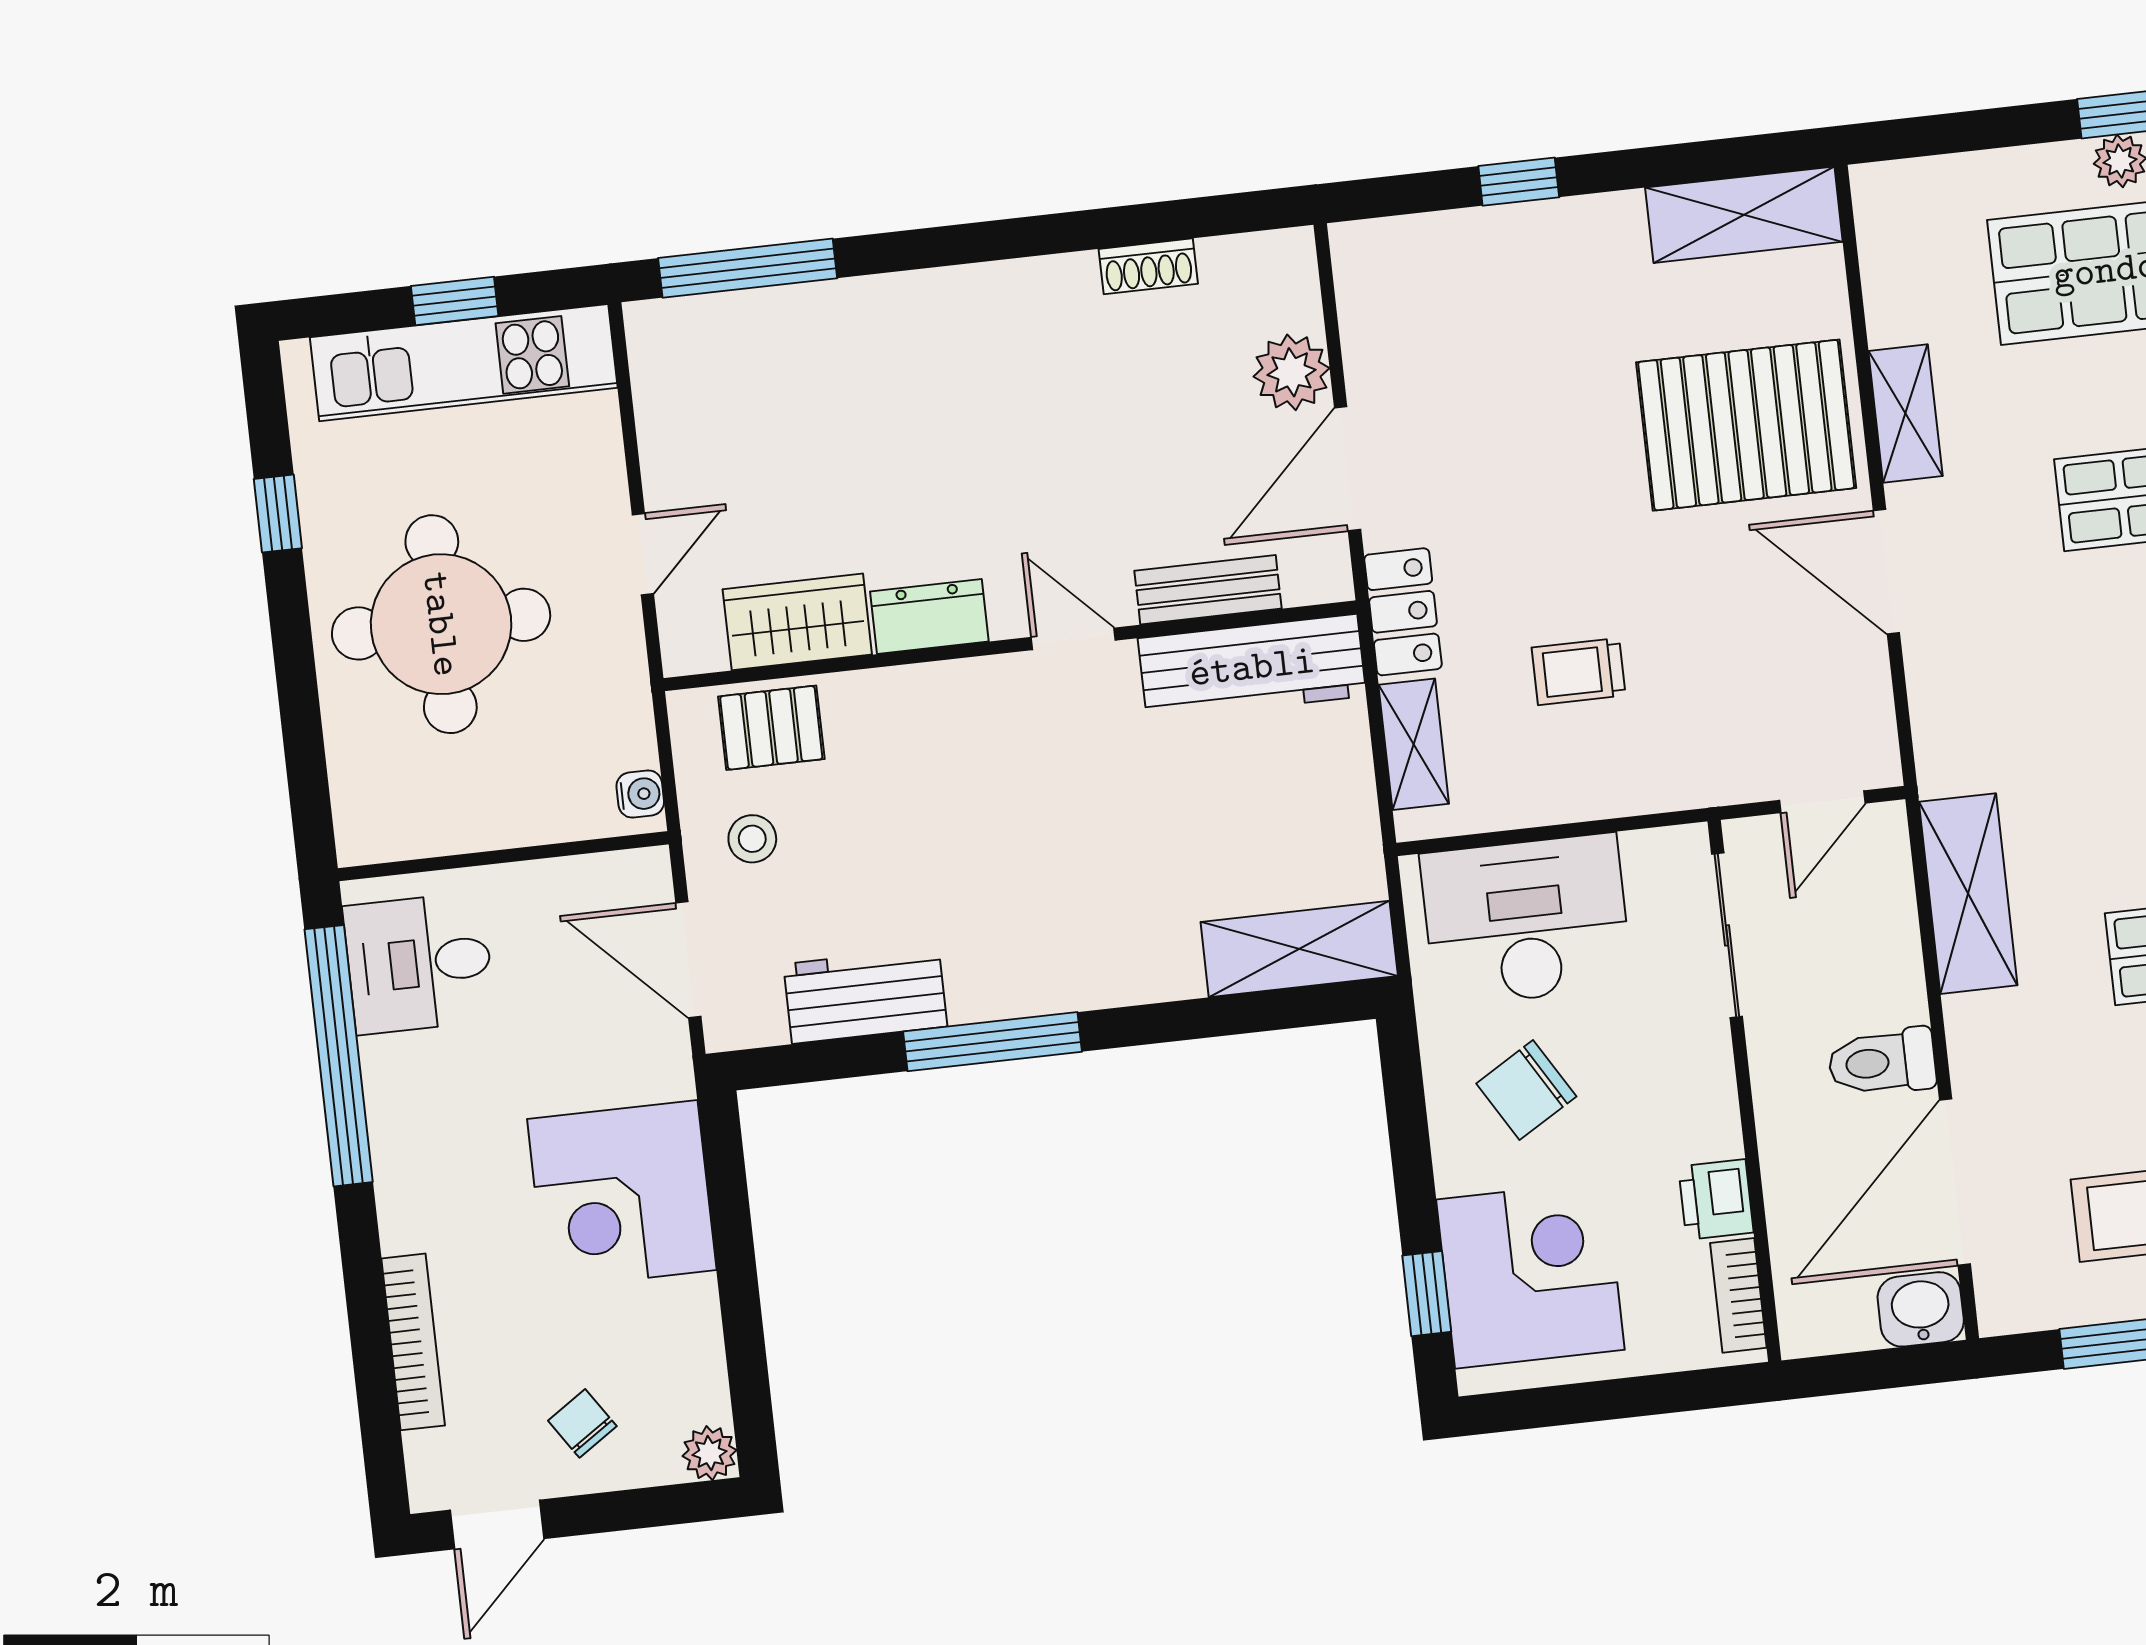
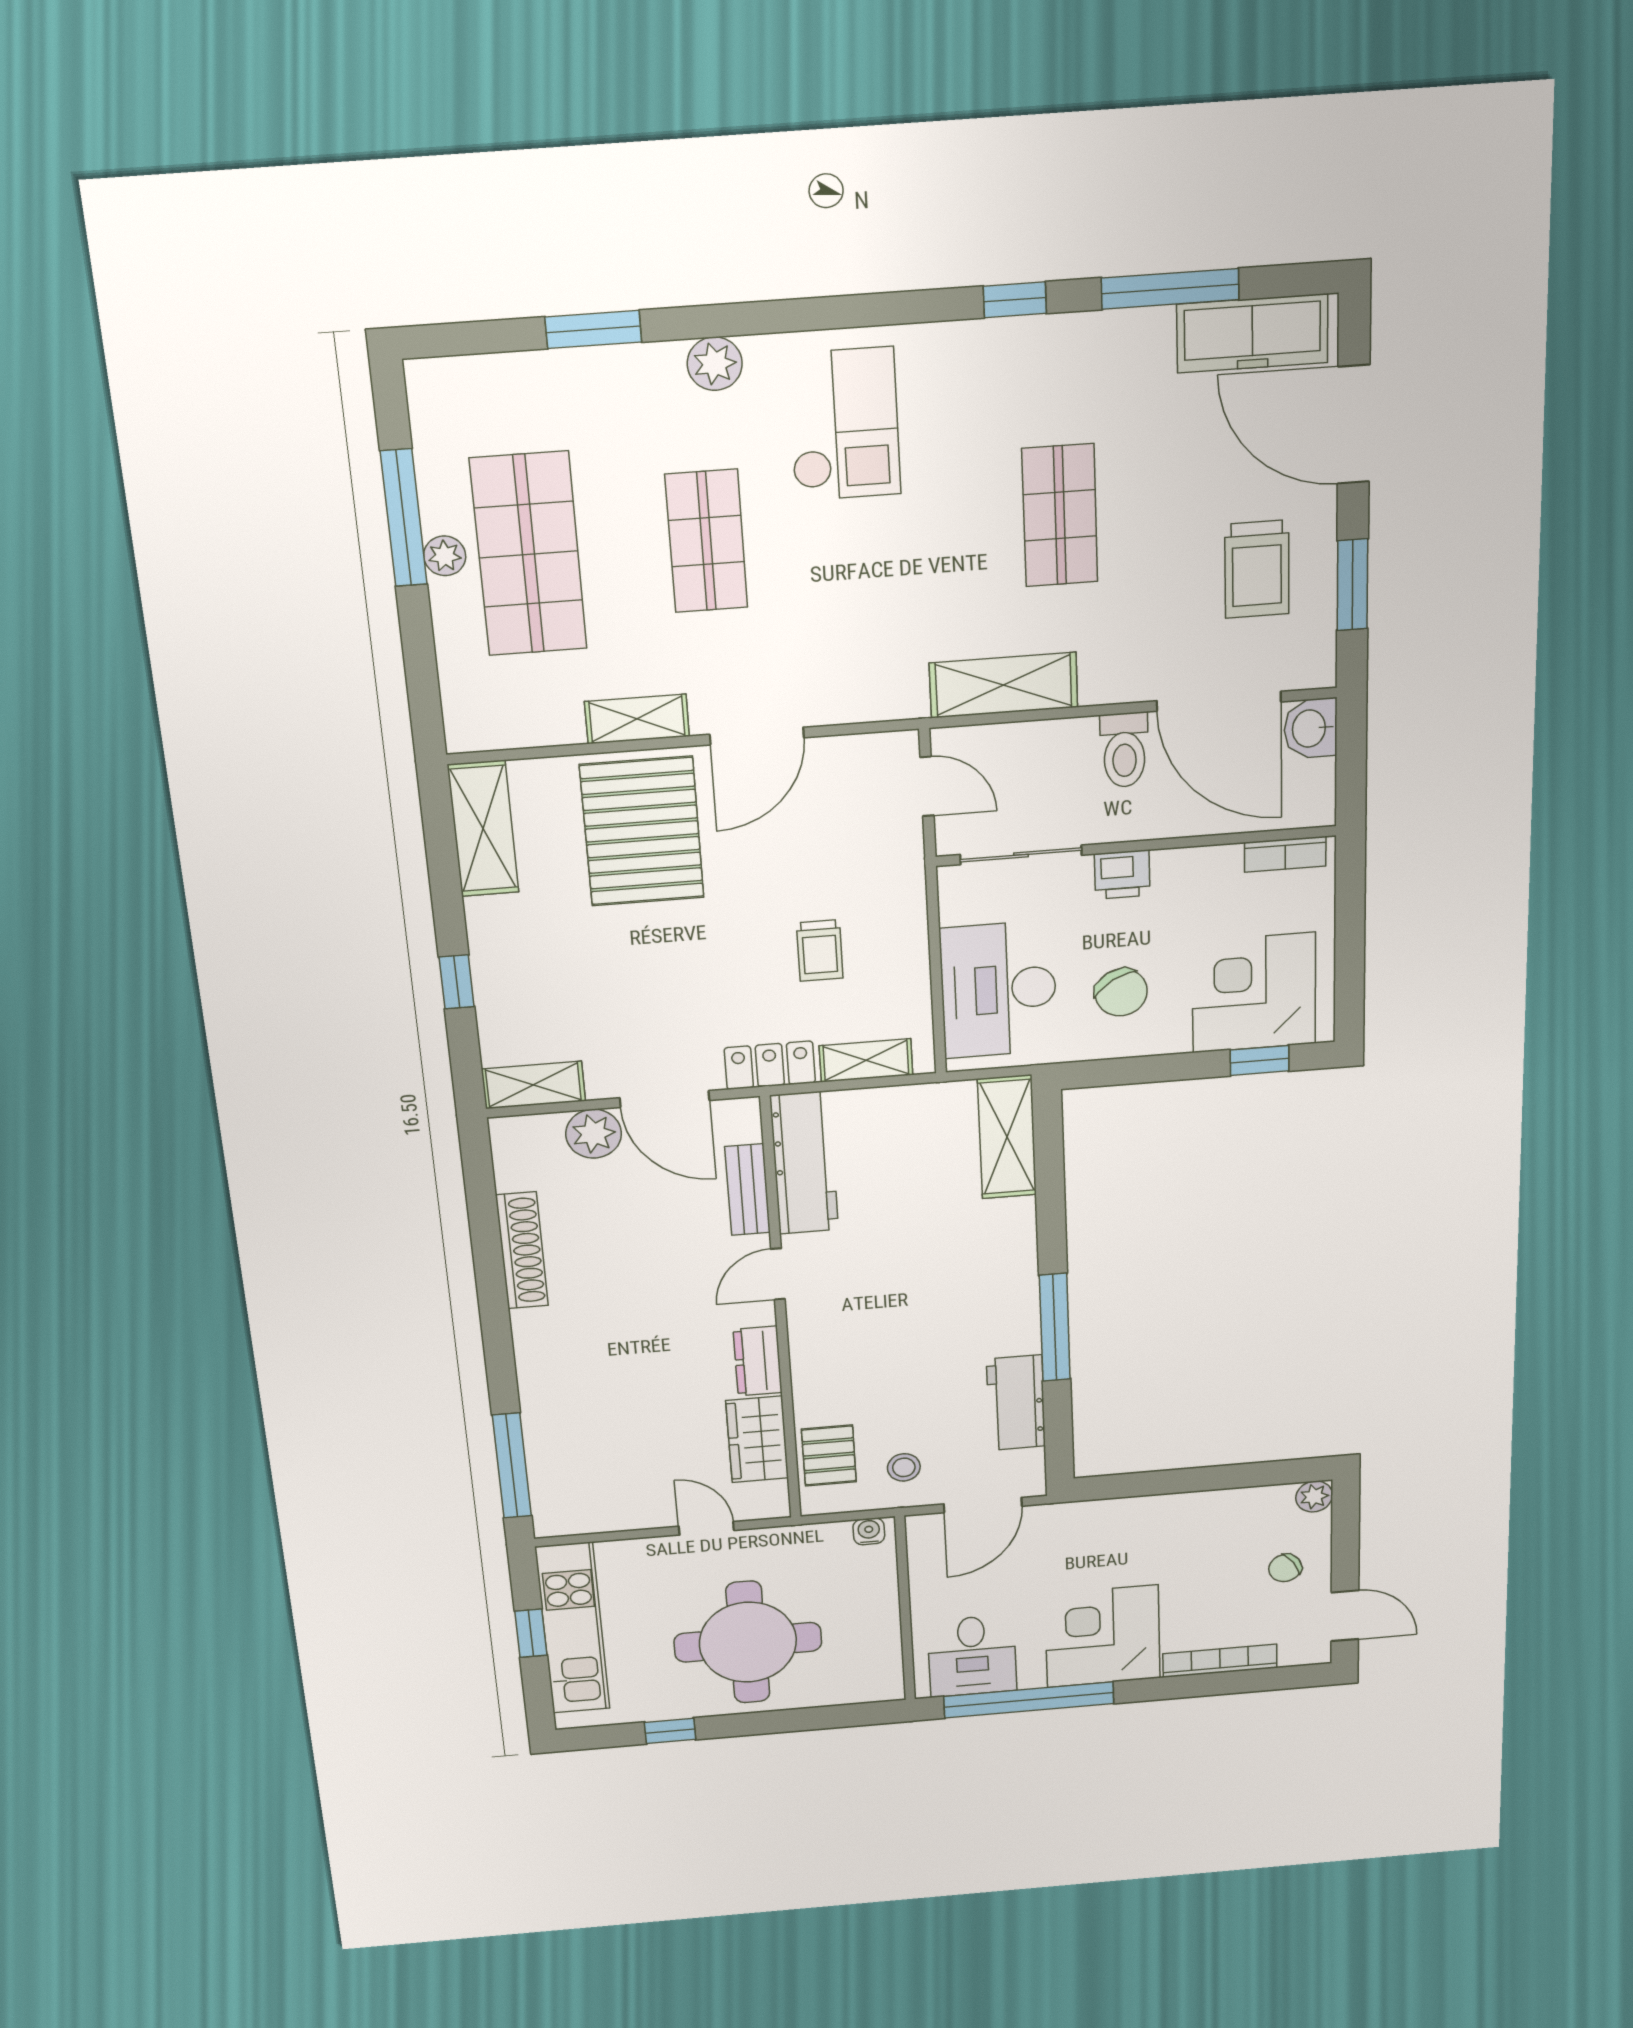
shoe rack: (1148, 266) -> (522, 1250), width x1.94, depth x1.24
shelving: (1365, 288) -> (533, 1085), added
corner desk: (622, 1195) -> (1103, 1636), moved, turned 180
printer: (1716, 1199) -> (1122, 875), moved

